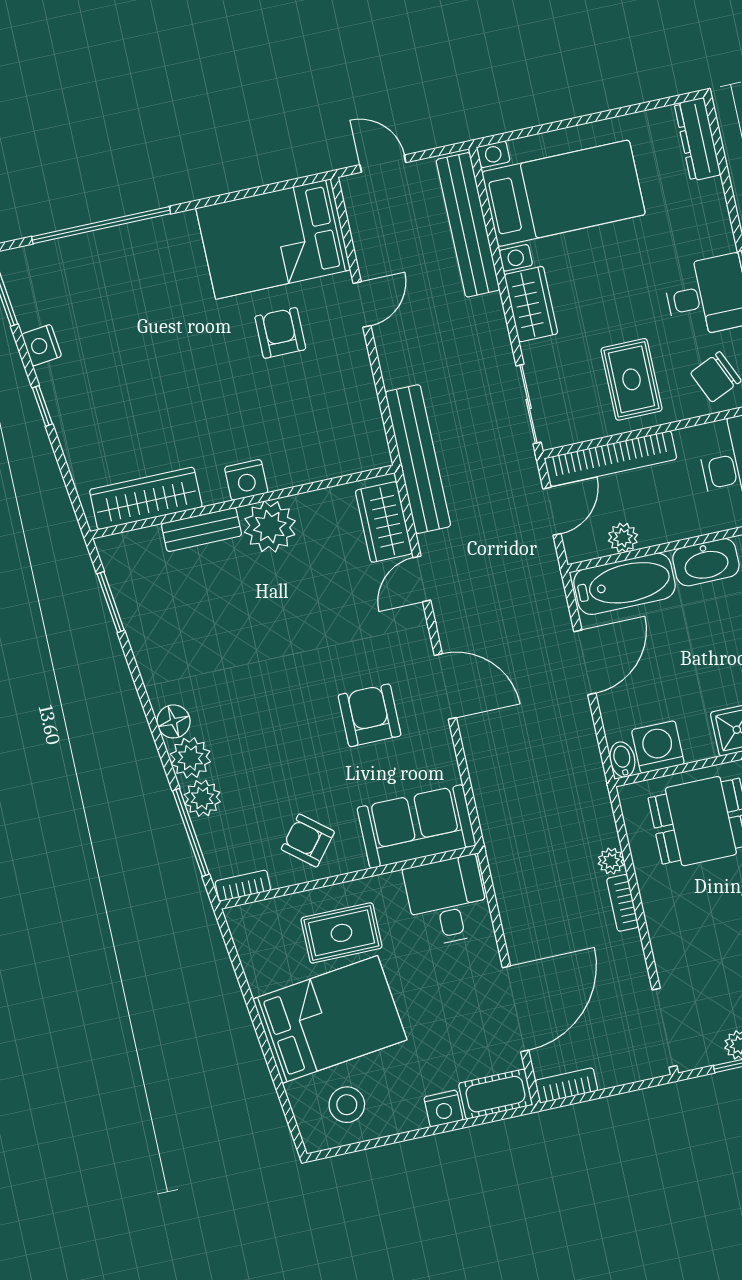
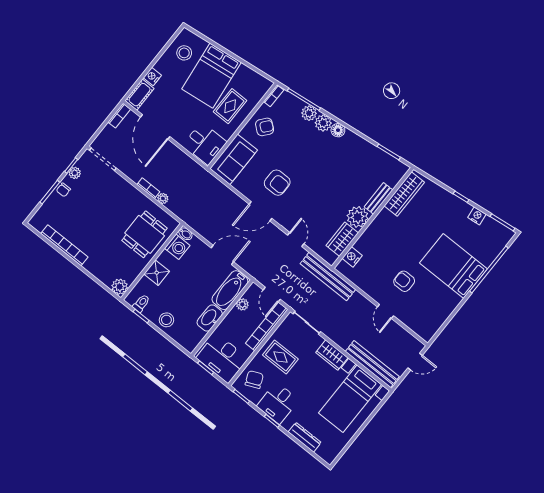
dresser: (698, 139) -> (305, 437), moved
bed: (273, 239) -> (453, 266), moved, turned -90
armchair: (280, 333) -> (404, 281), turned 180
nightstand: (246, 480) -> (352, 257), moved
wardrobe: (384, 522) -> (342, 239), moved, turned -90
door: (585, 662) -> (222, 255), swing flipped

